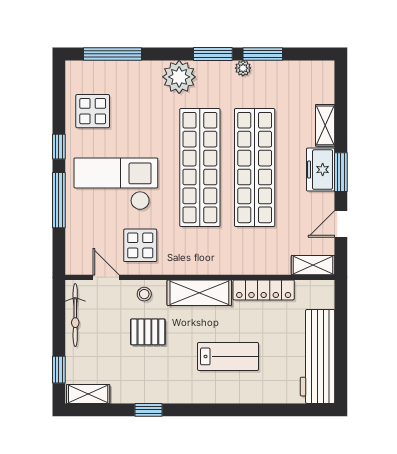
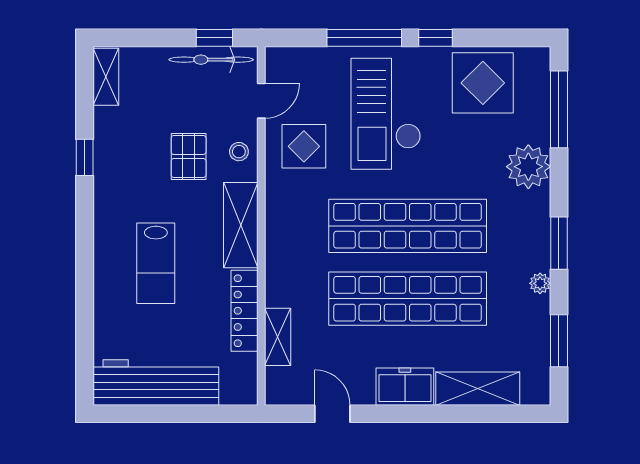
window: (263, 54) -> (559, 341), moved
plant: (179, 77) -> (528, 167), moved
display table: (93, 111) -> (483, 83), width x1.36, depth x1.36
shelving: (325, 125) -> (478, 389), width x1.50, depth x1.33
window: (341, 172) -> (402, 414), removed
checkout: (116, 184) -> (386, 114), turned 180
shelving: (313, 265) -> (278, 337), moved
window: (59, 370) -> (214, 38), moved

